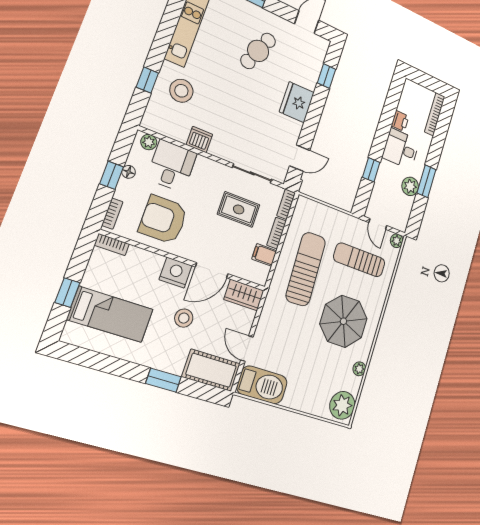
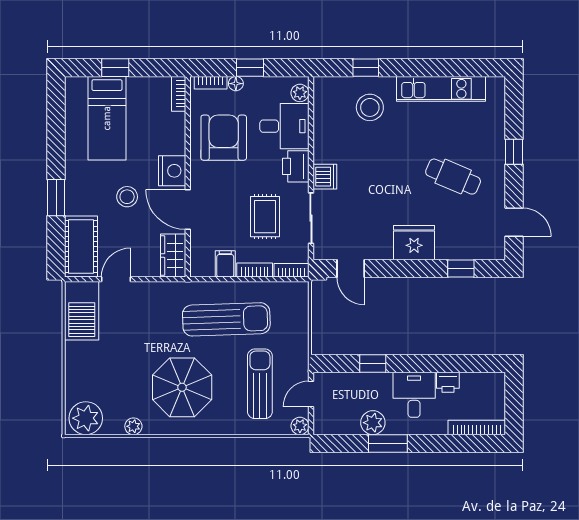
dishwasher: (199, 139) -> (325, 177), moved
printer: (208, 169) -> (296, 166), added
floor lamp: (129, 172) -> (236, 84), moved

